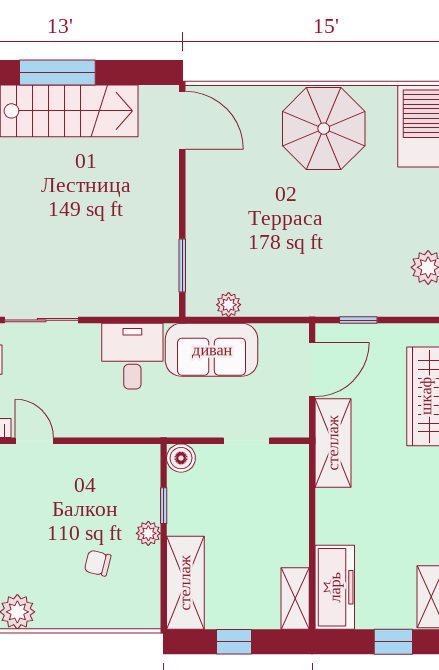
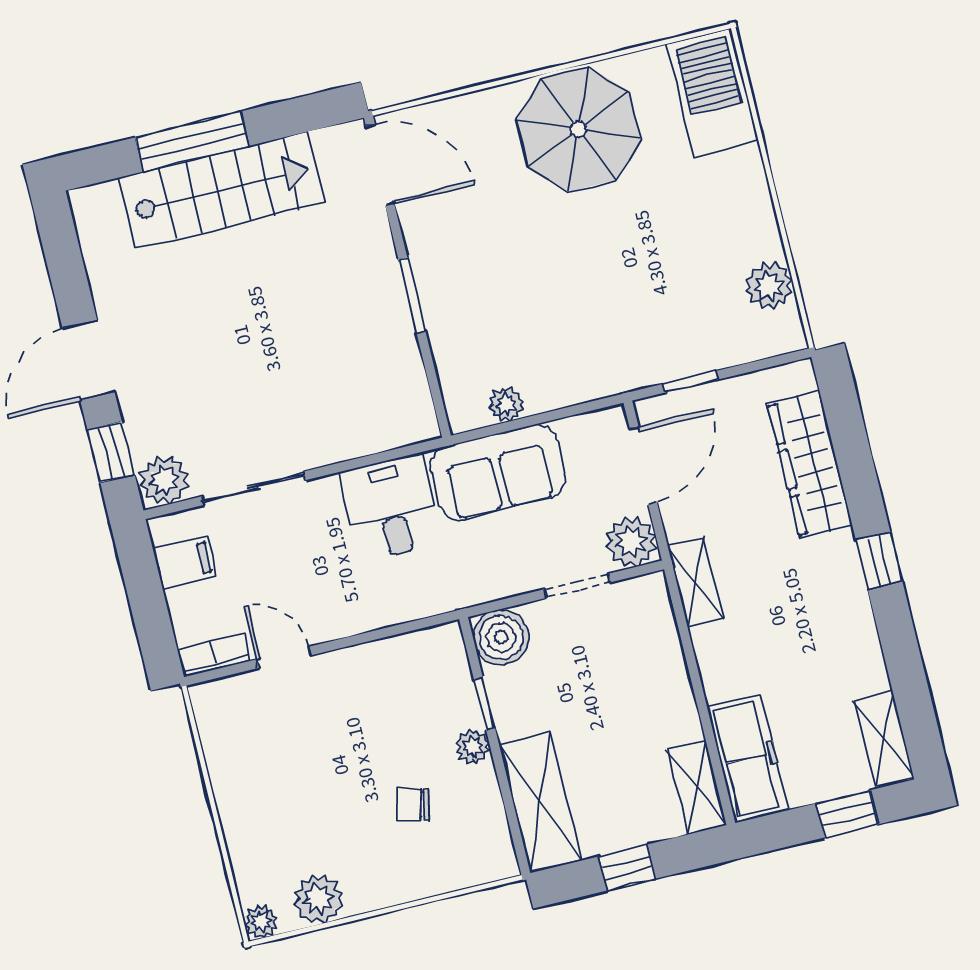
window: (182, 265) -> (412, 295), moved
plant: (291, 420) -> (631, 542), added
shelving: (333, 443) -> (696, 582), width x0.67, depth x0.75
boiler: (181, 458) -> (501, 637), width x1.36, depth x1.36

